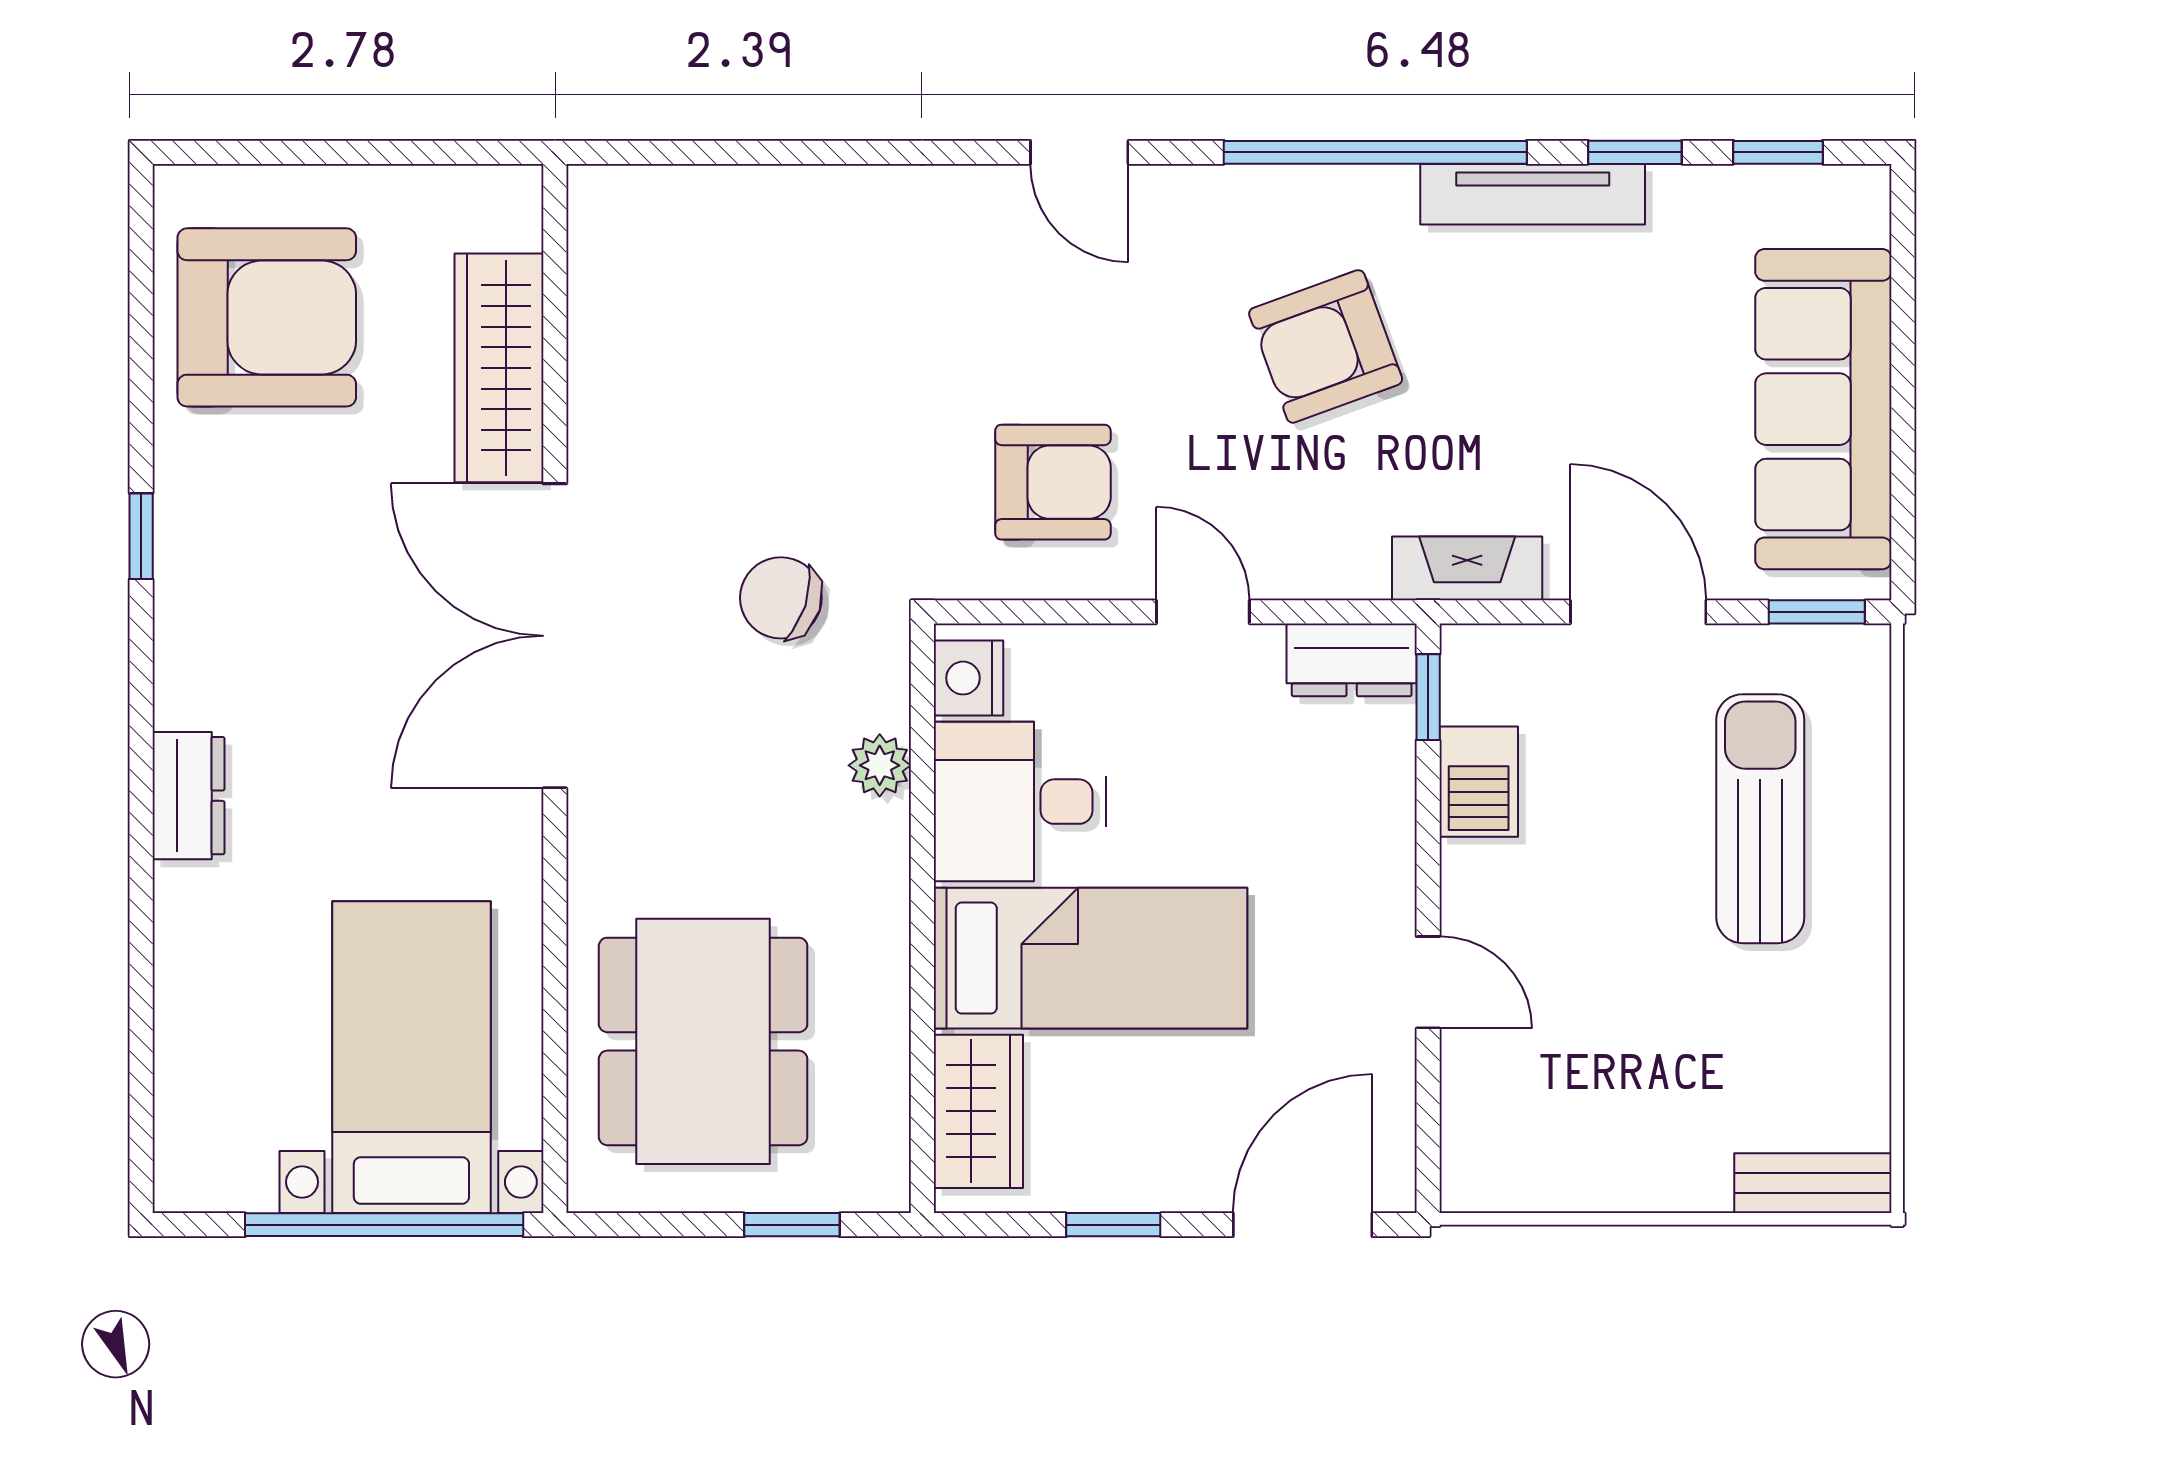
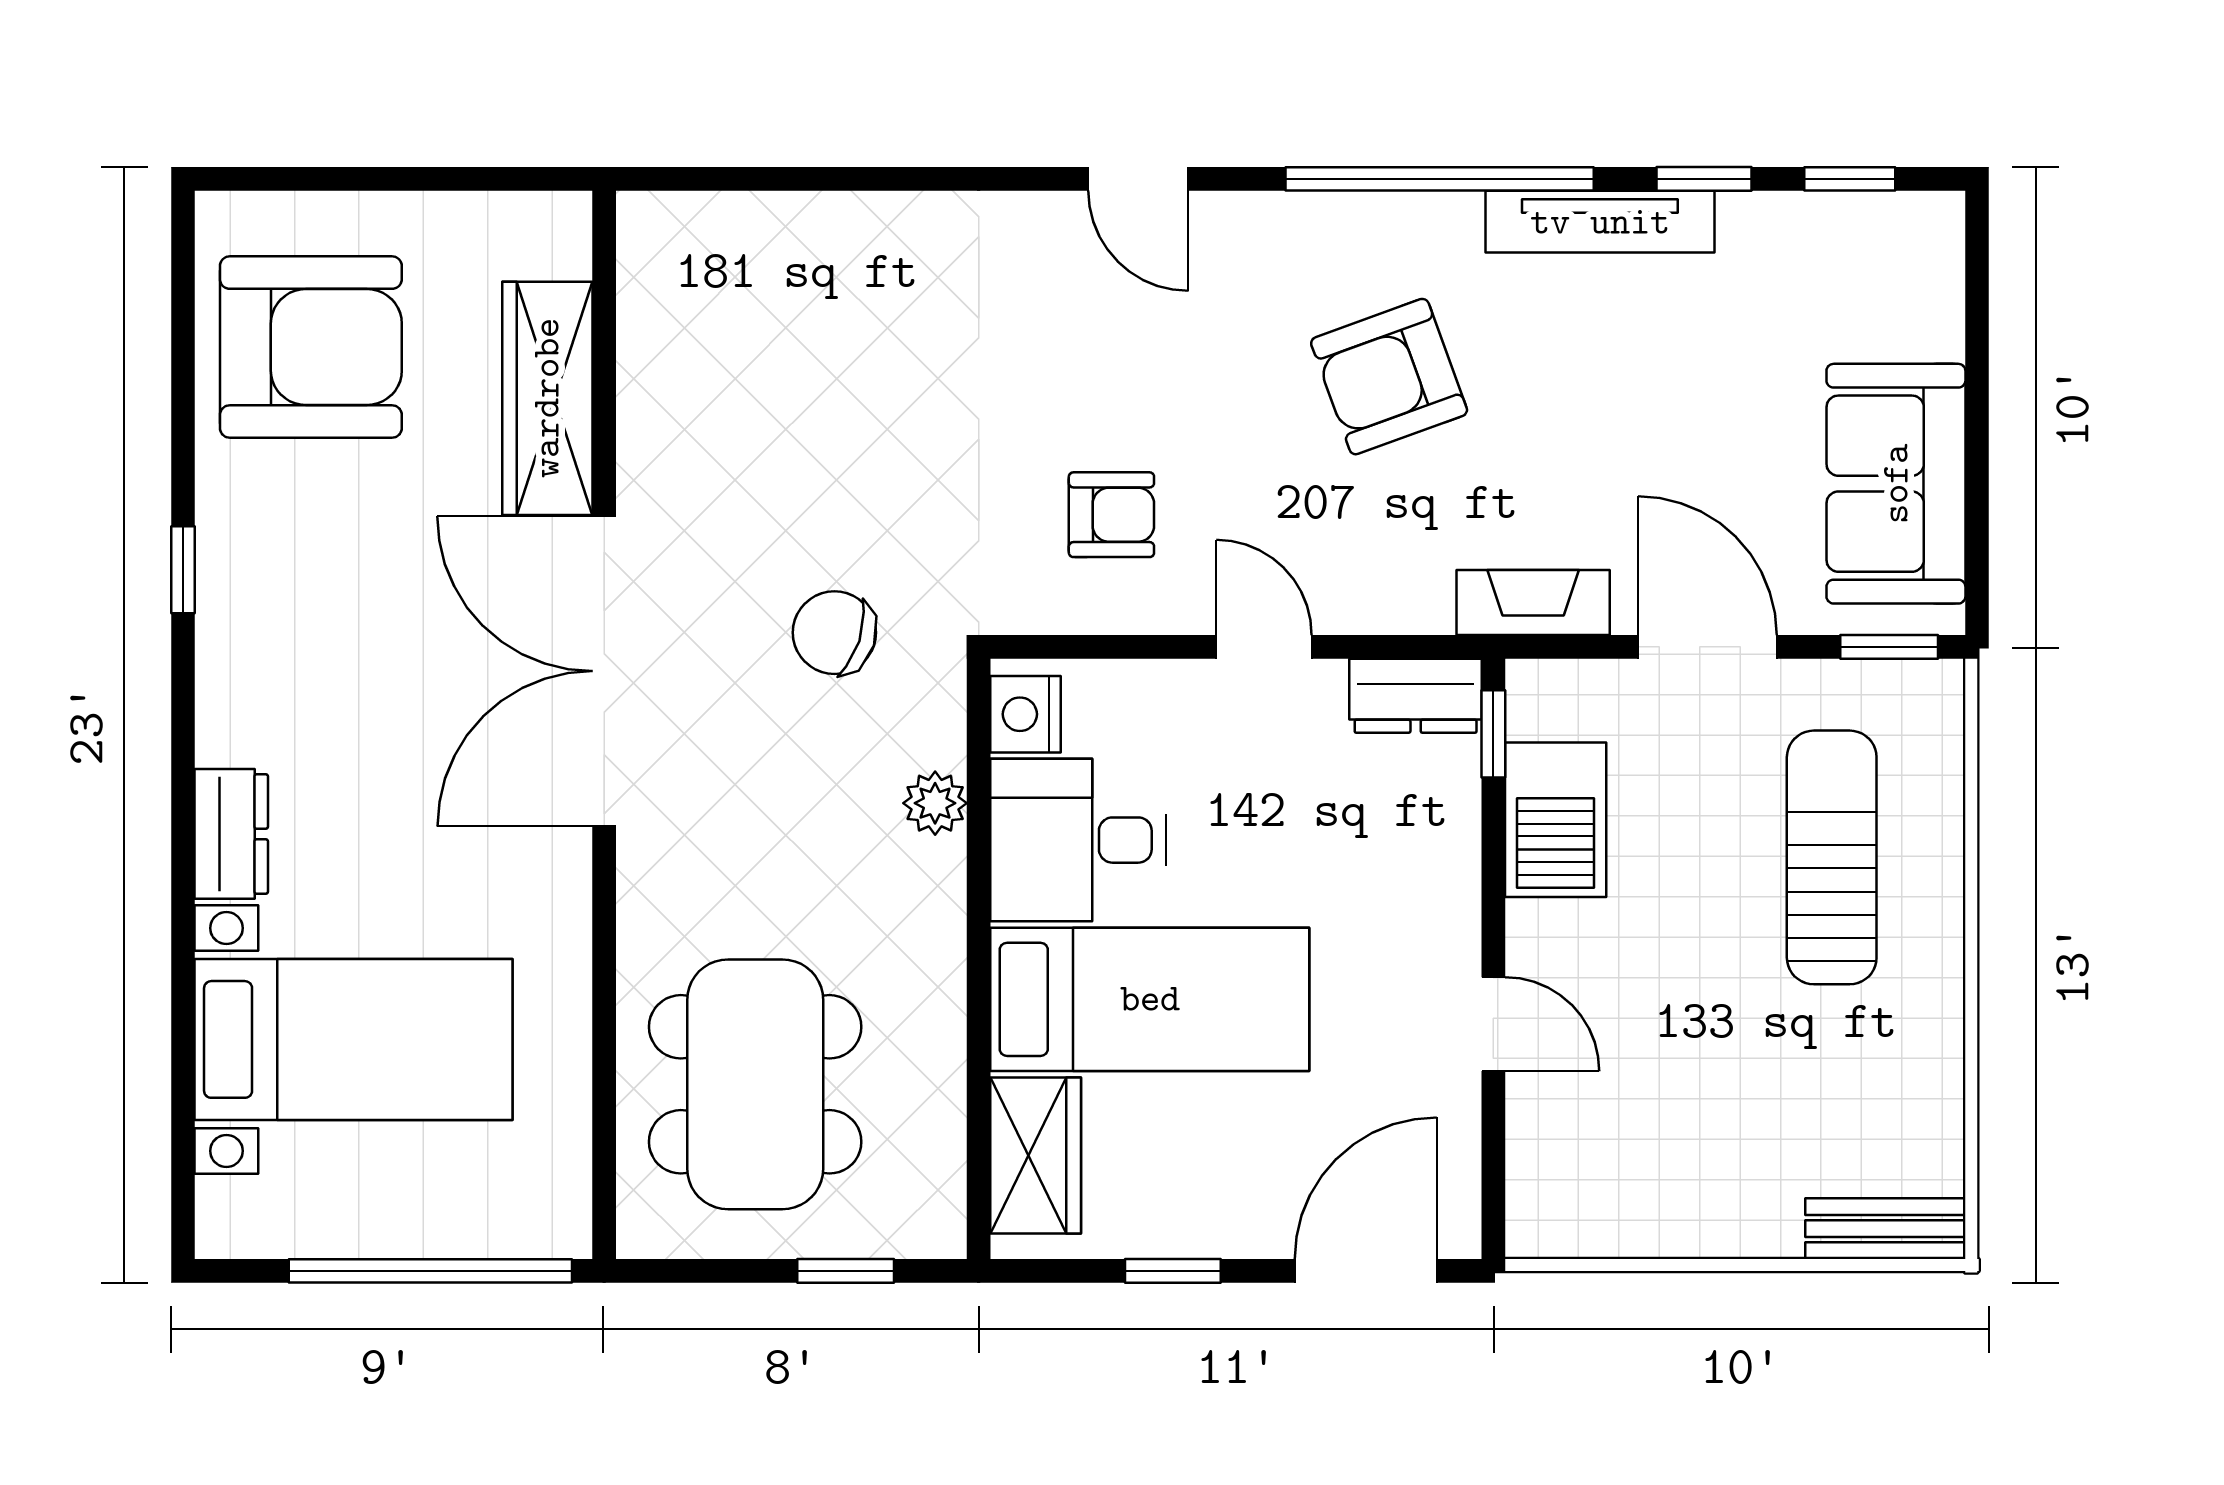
sofa: (1823, 409) -> (1896, 484), width x0.73
armchair: (1053, 482) -> (1111, 515), width x0.72, depth x0.72
barbecue: (1479, 782) -> (1556, 820), width x1.38, depth x1.27
bed with nightstands: (411, 1057) -> (354, 1039), moved, turned 90

